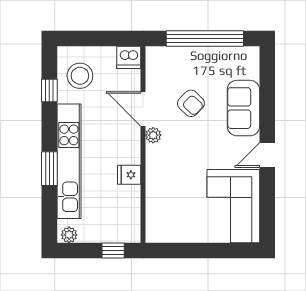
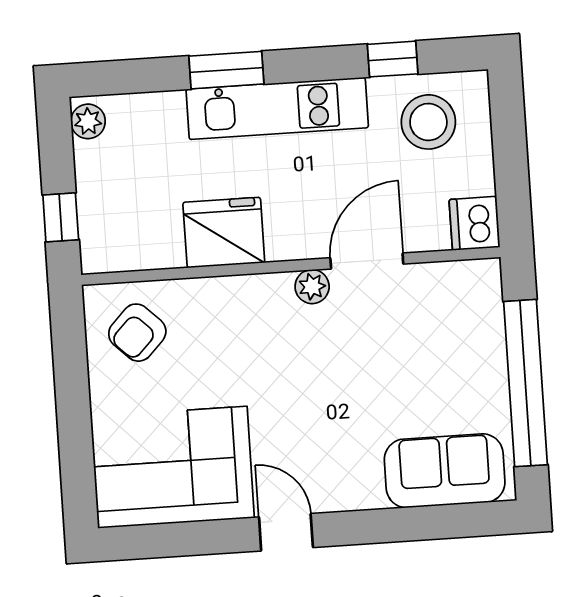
armchair: (191, 103) -> (137, 333), moved
sofa: (243, 108) -> (445, 471), moved
kitchen unit: (69, 161) -> (277, 108), width x0.73
fridge: (129, 175) -> (224, 233), width x1.88, depth x1.34

